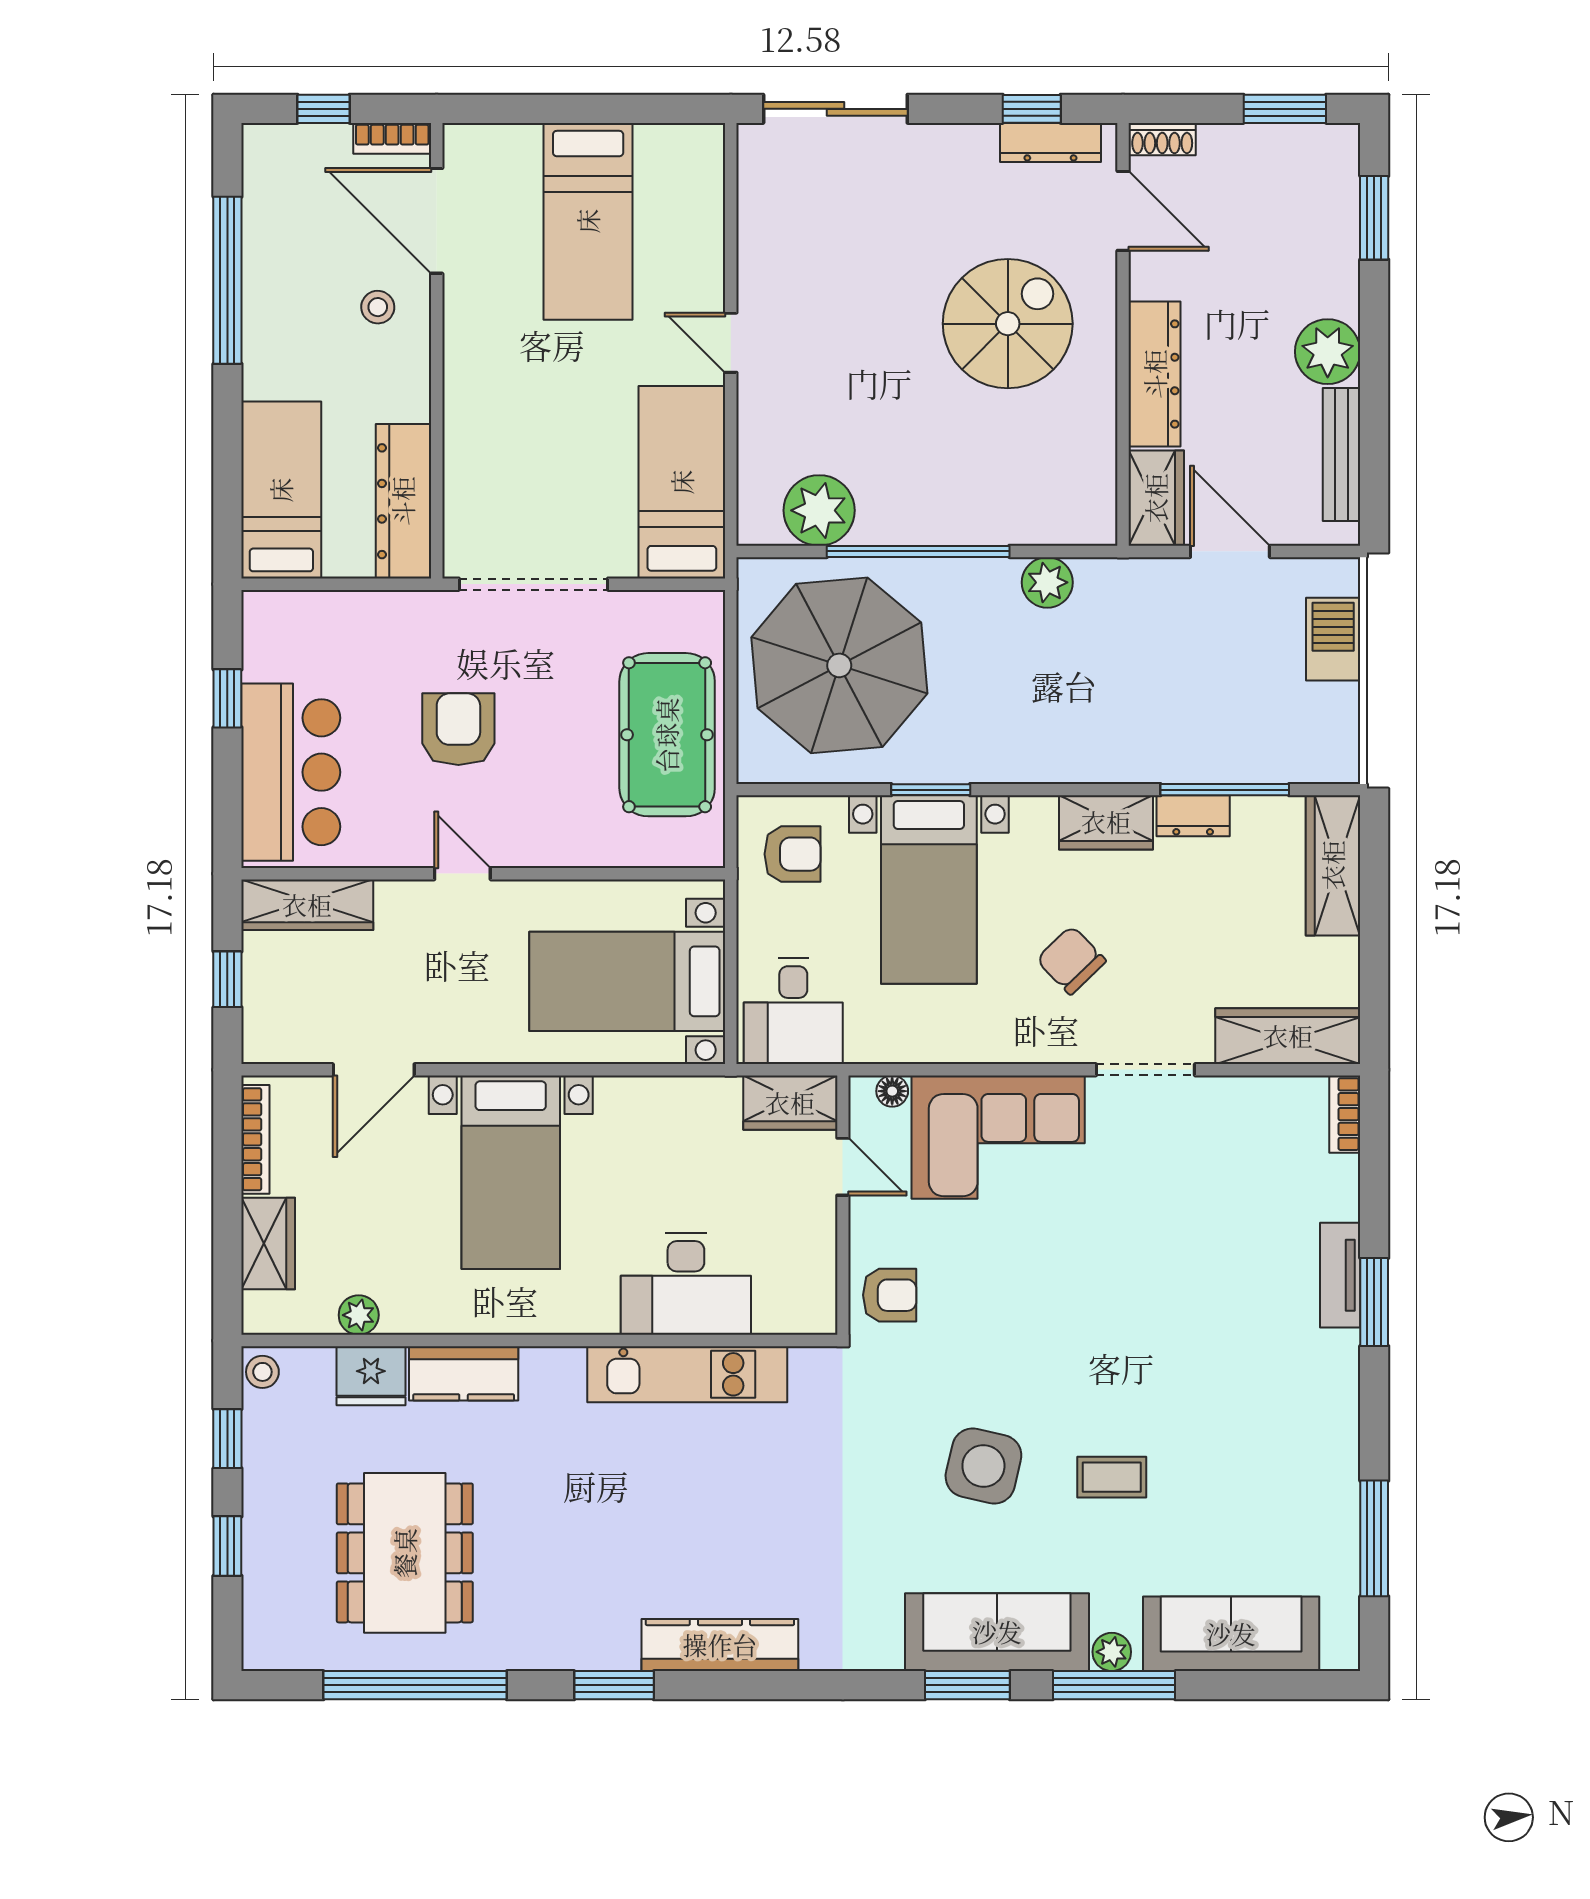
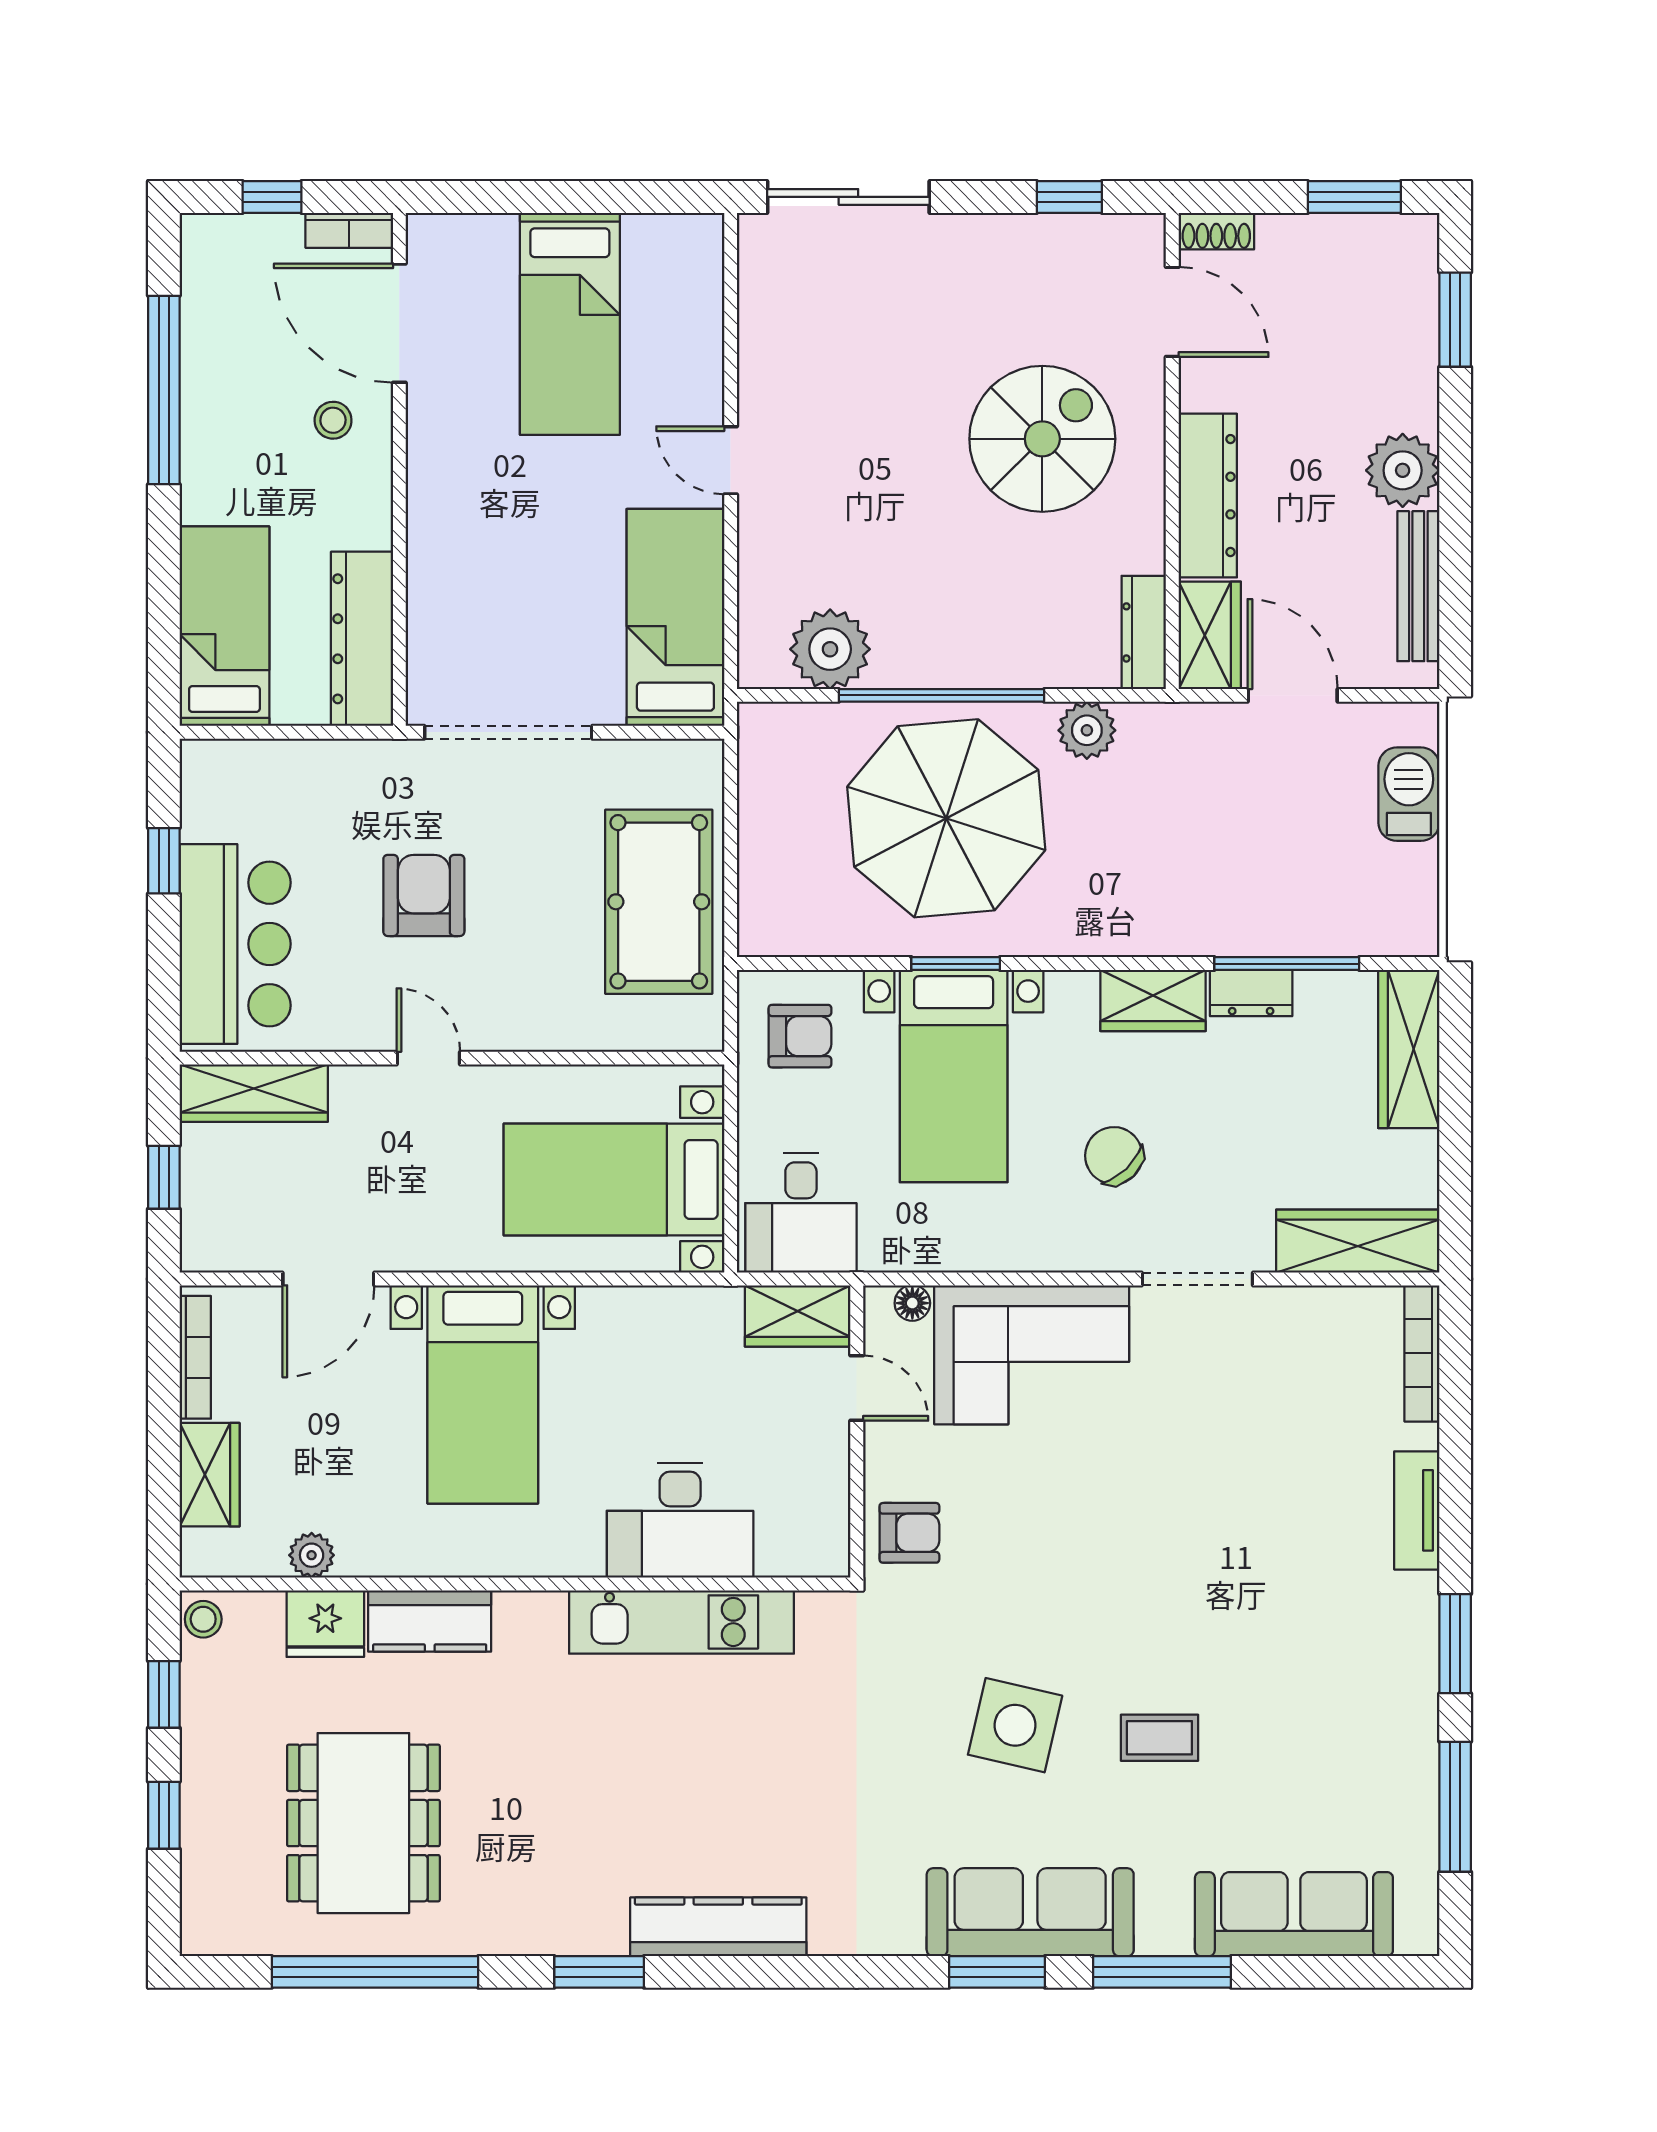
dresser: (1050, 143) -> (1144, 632), moved, turned 90
parasol: (839, 665) -> (946, 818), moved
bookcase: (1345, 1114) -> (1422, 1353), width x1.56
window: (1374, 1302) -> (1455, 1644), moved
plant: (1112, 1652) -> (1160, 1935), removed

